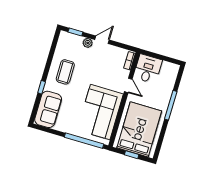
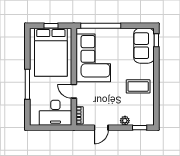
door: (102, 40) -> (101, 128), moved
desk: (148, 69) -> (55, 113), width x1.37
coffee table: (65, 72) -> (138, 86), turned 90
window: (42, 87) -> (156, 40), moved

